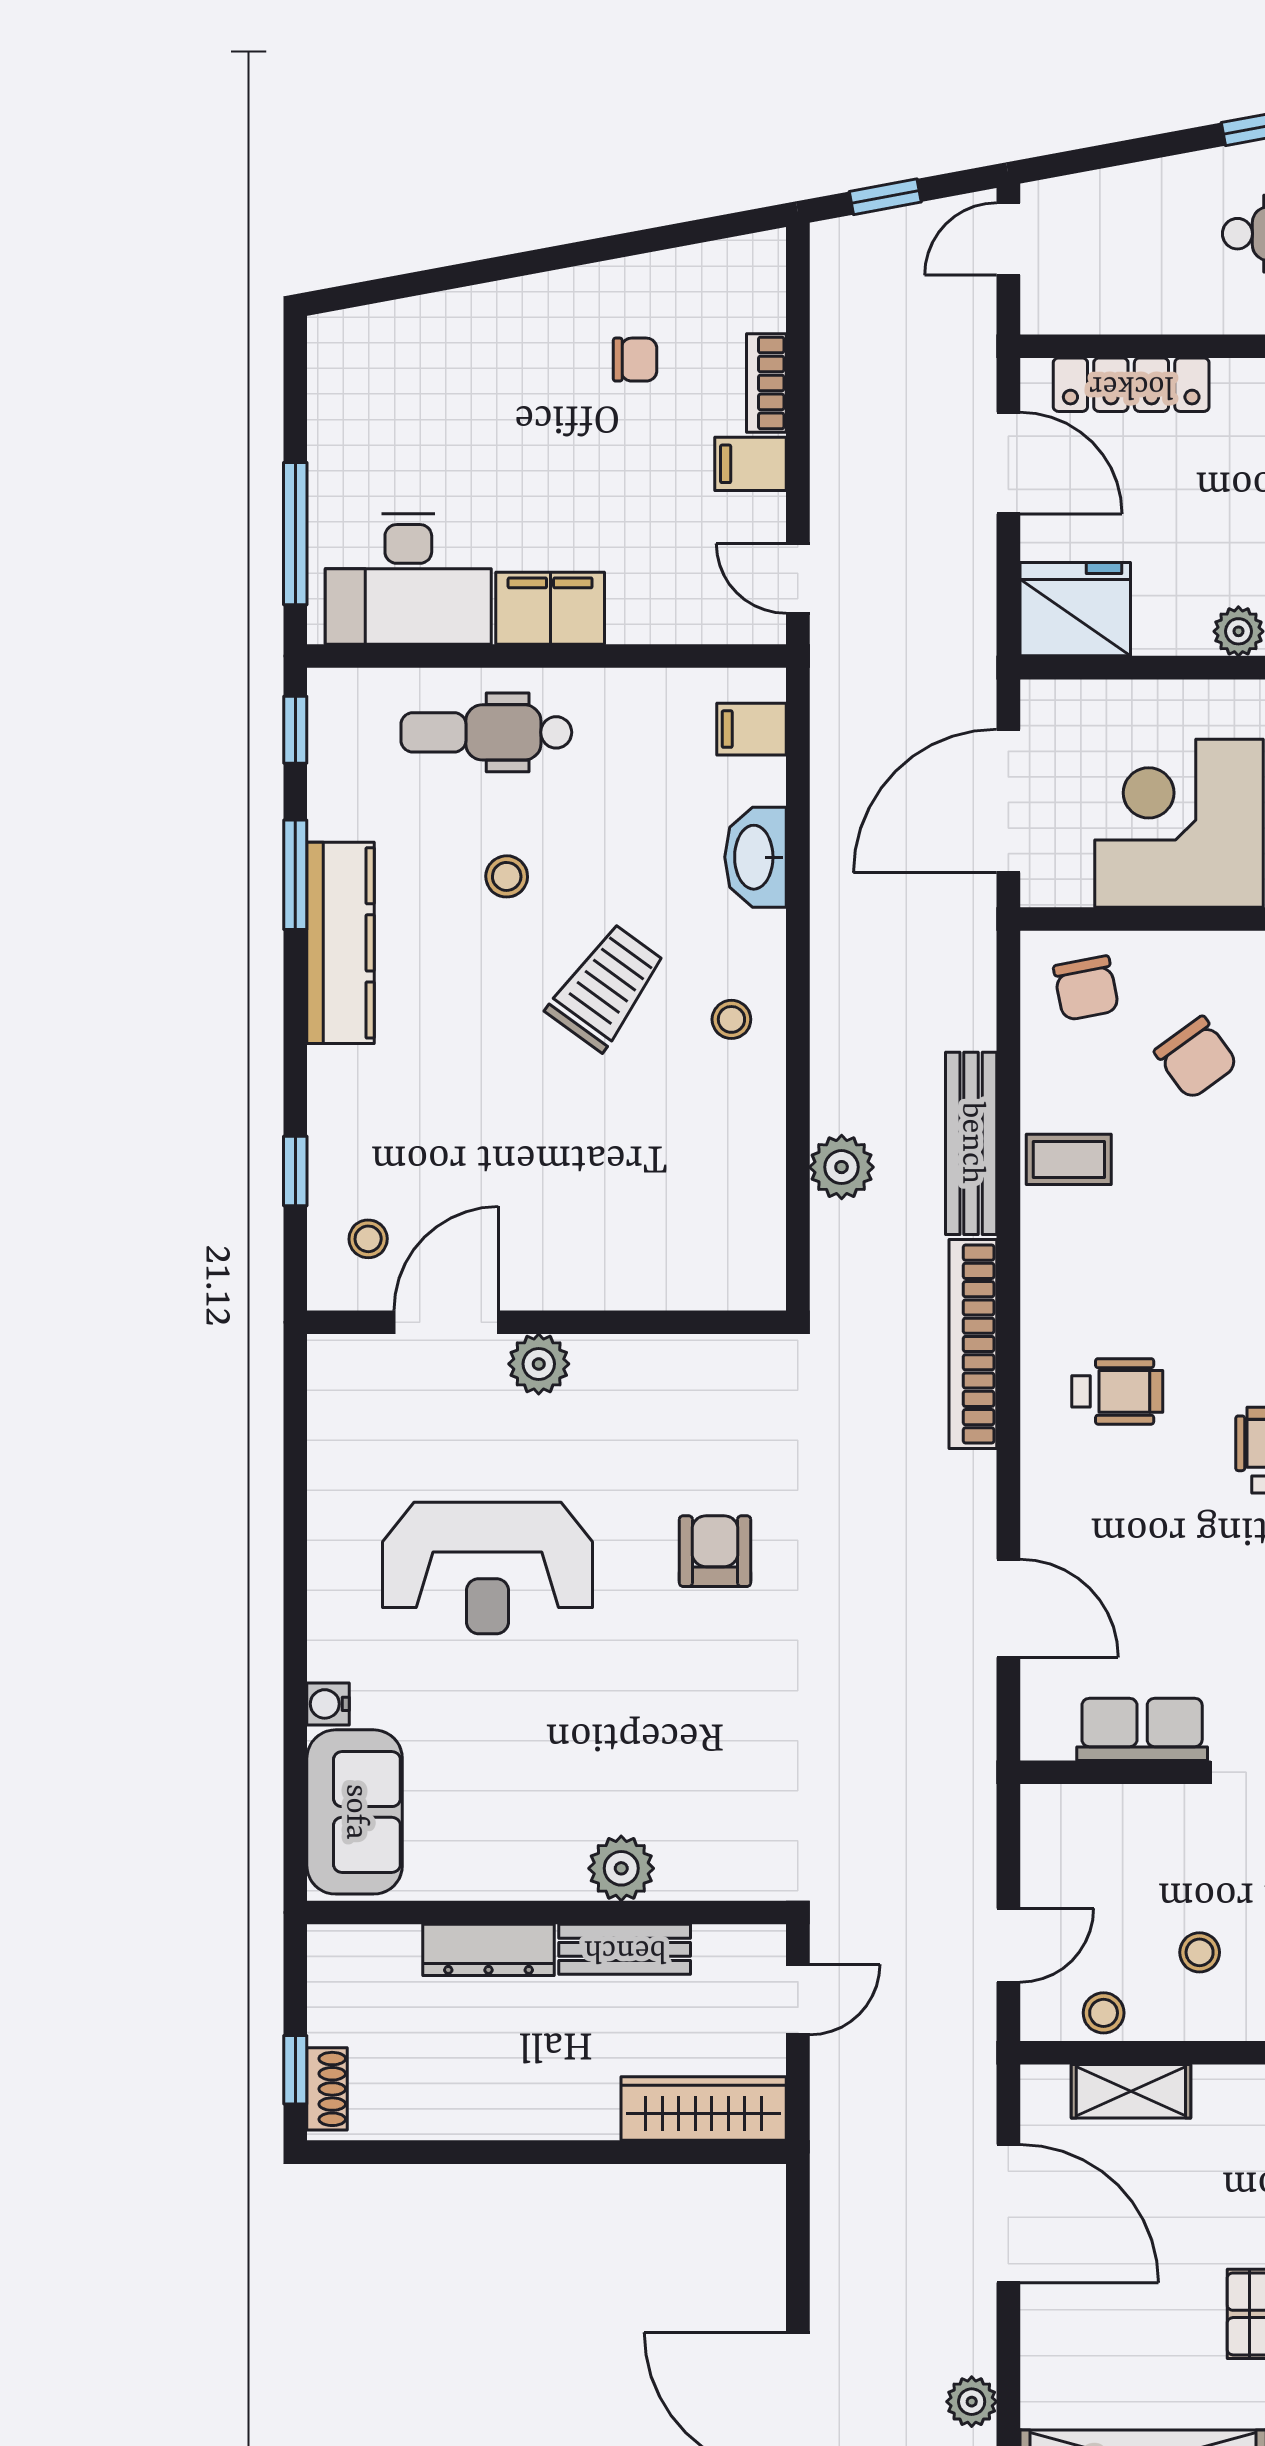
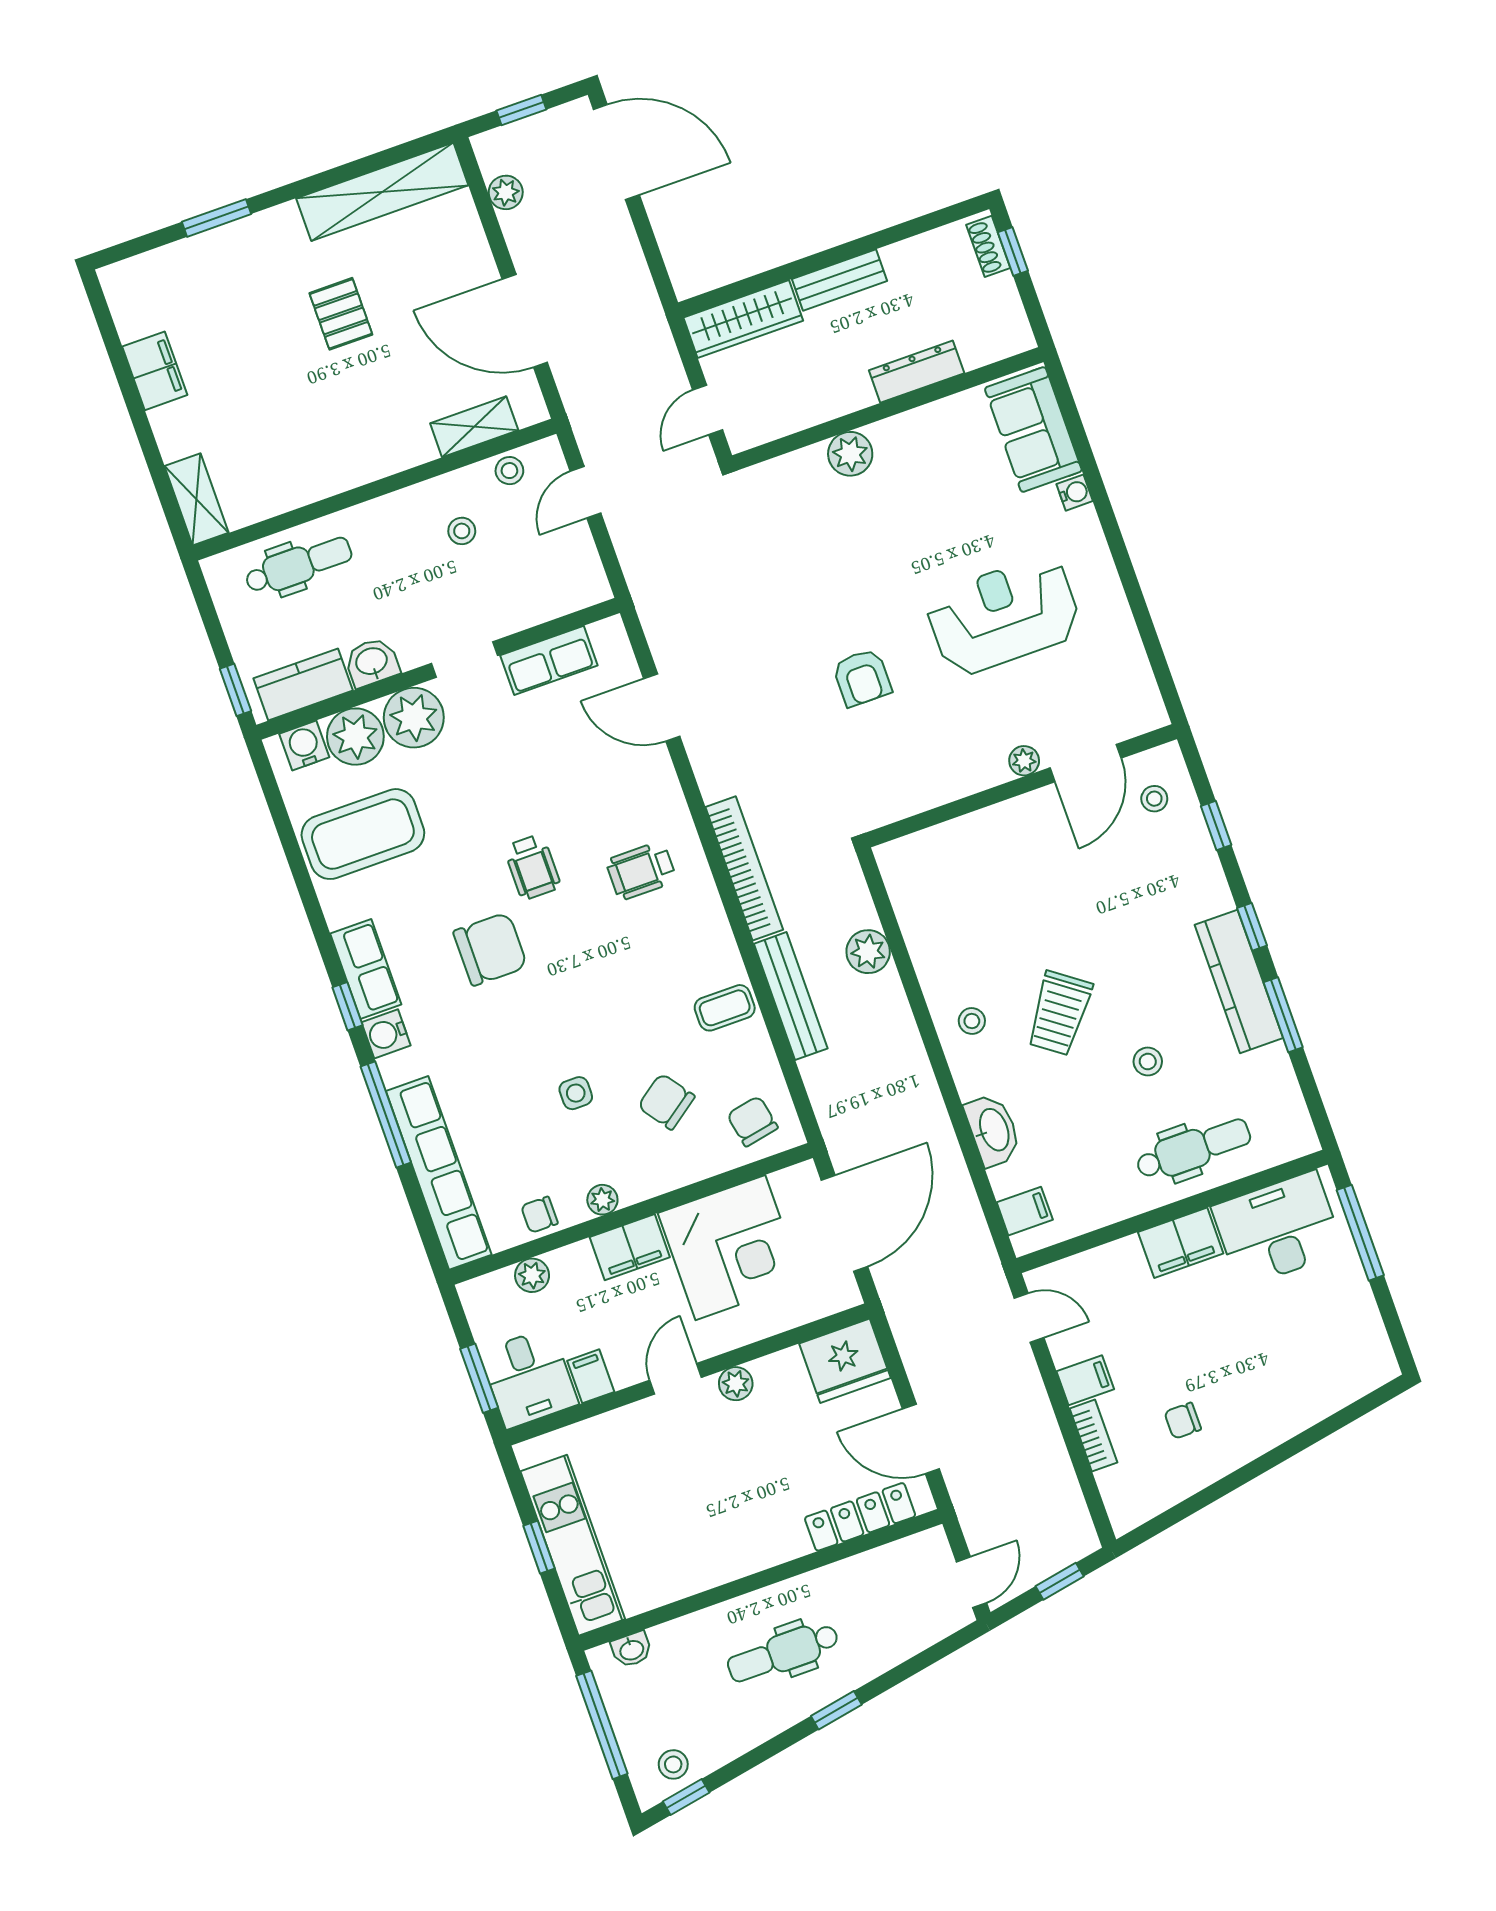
window: (295, 730) -> (1252, 927), moved
plant: (539, 1364) -> (1024, 761), width x0.73, depth x0.73
bench: (625, 1949) -> (839, 280), moved

